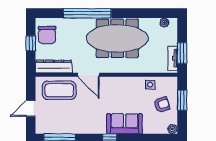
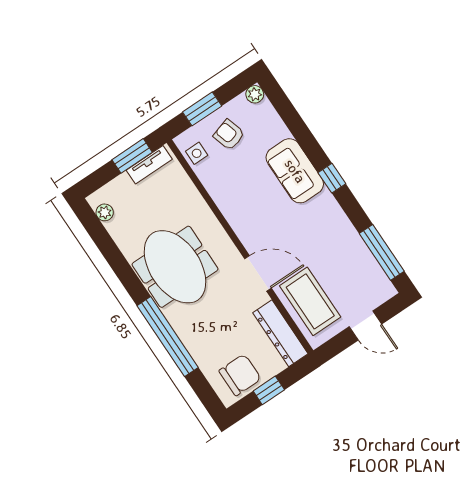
meeting table: (117, 38) -> (175, 267), width x0.73
door: (88, 75) -> (258, 273), hinge flipped
side table: (150, 85) -> (197, 153), moved

